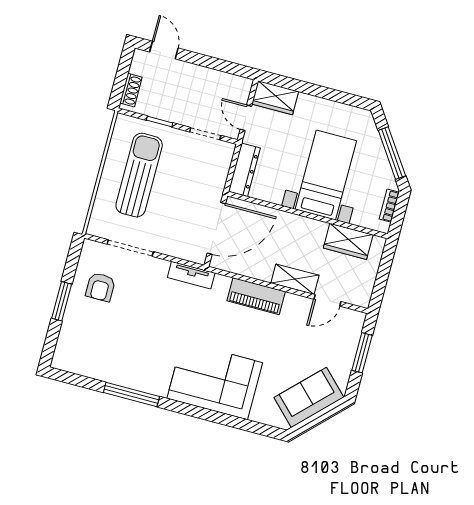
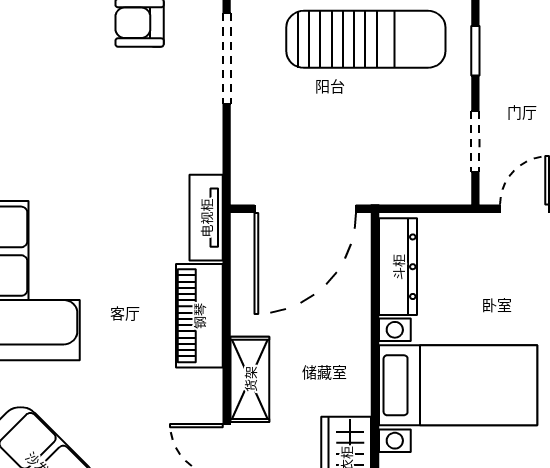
dresser: (244, 170) -> (398, 267), moved, turned -90
door: (216, 228) -> (305, 209), hinge flipped
tv unit: (191, 275) -> (206, 218), moved

